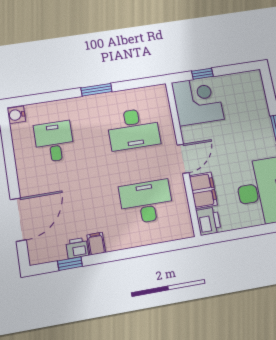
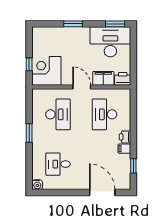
printer: (77, 248) -> (125, 137), moved

